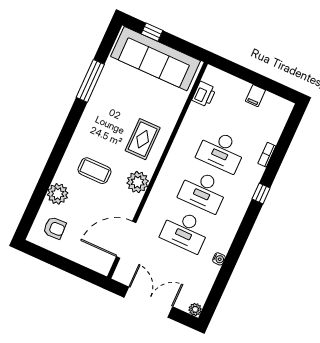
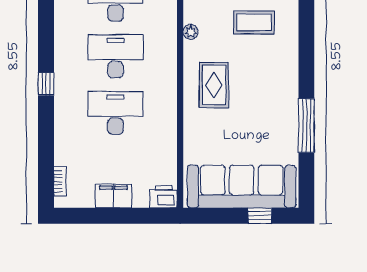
printer: (204, 94) -> (163, 197), moved, turned 90
filing cabinet: (255, 96) -> (114, 196), width x2.00
bookcase: (267, 155) -> (60, 181), moved
plant: (138, 182) -> (191, 32), width x0.53, depth x0.53

